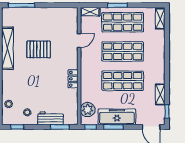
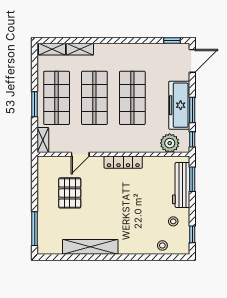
door: (79, 40) -> (80, 154), swing flipped
pallet: (39, 49) -> (70, 193), moved
locker: (73, 79) -> (123, 162), width x1.53
shelving: (160, 94) -> (80, 49), moved
workbench: (51, 118) -> (181, 185), width x1.37

